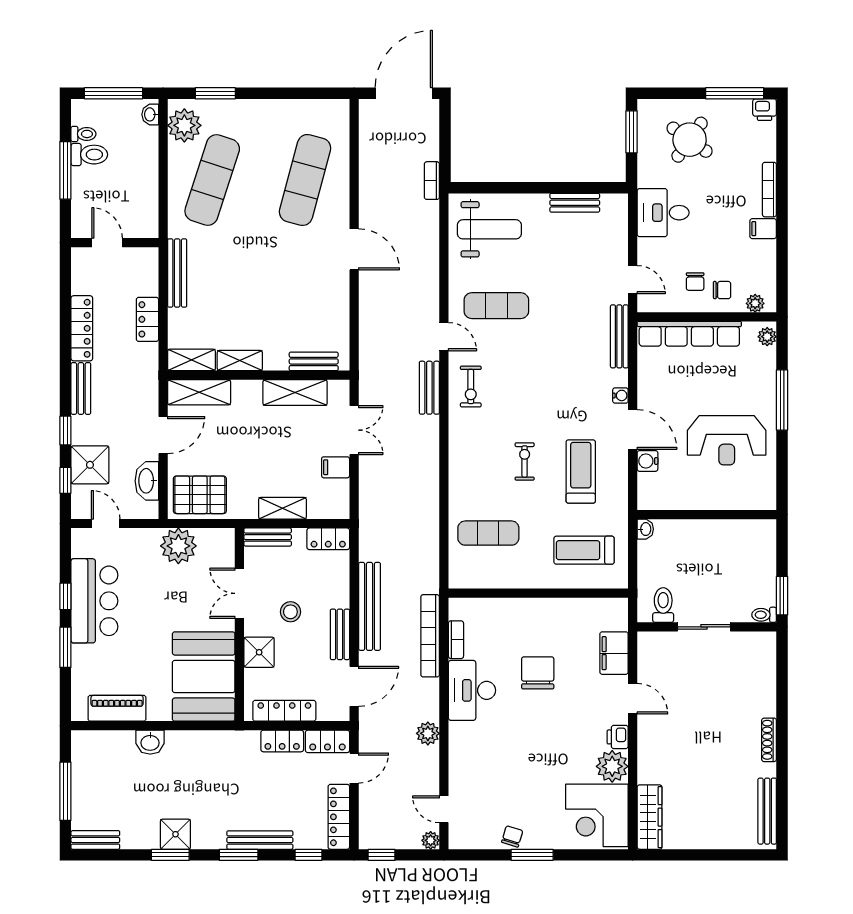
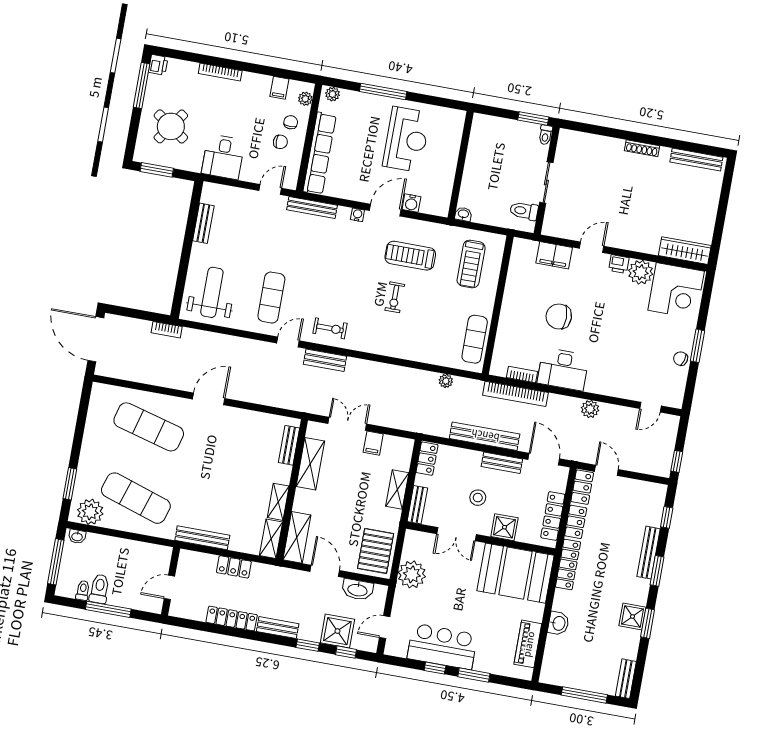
filing cabinet: (763, 229) -> (279, 88), moved
exercise bike: (525, 461) -> (395, 297), turned -90
exercise mat: (488, 533) -> (475, 339), moved
locker: (339, 817) -> (568, 564), moved, turned -90
plant: (431, 840) -> (446, 381), moved

